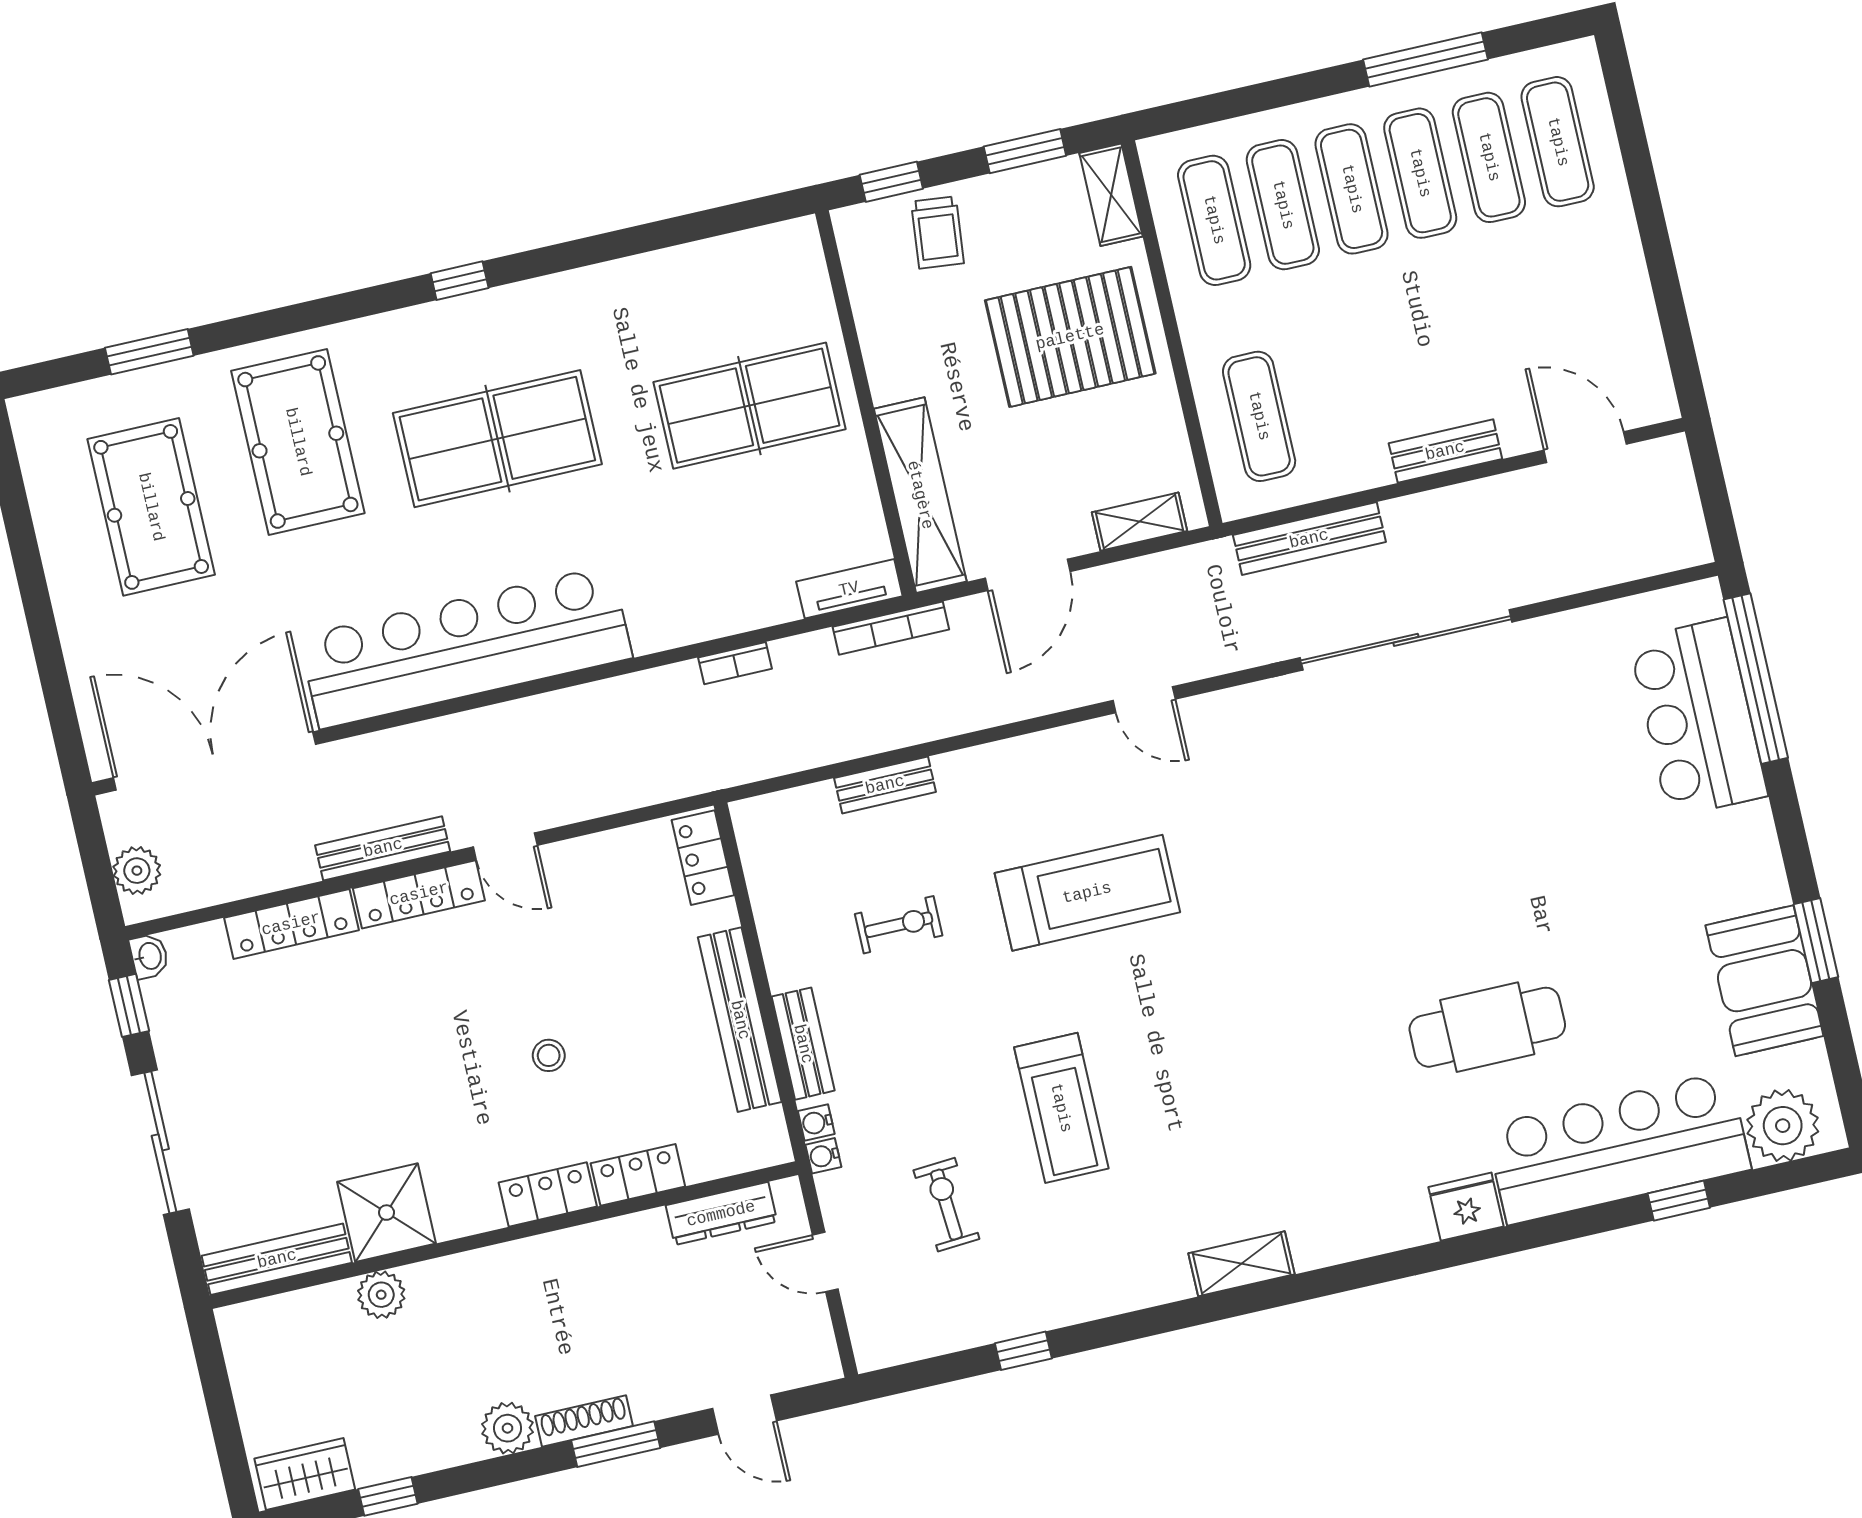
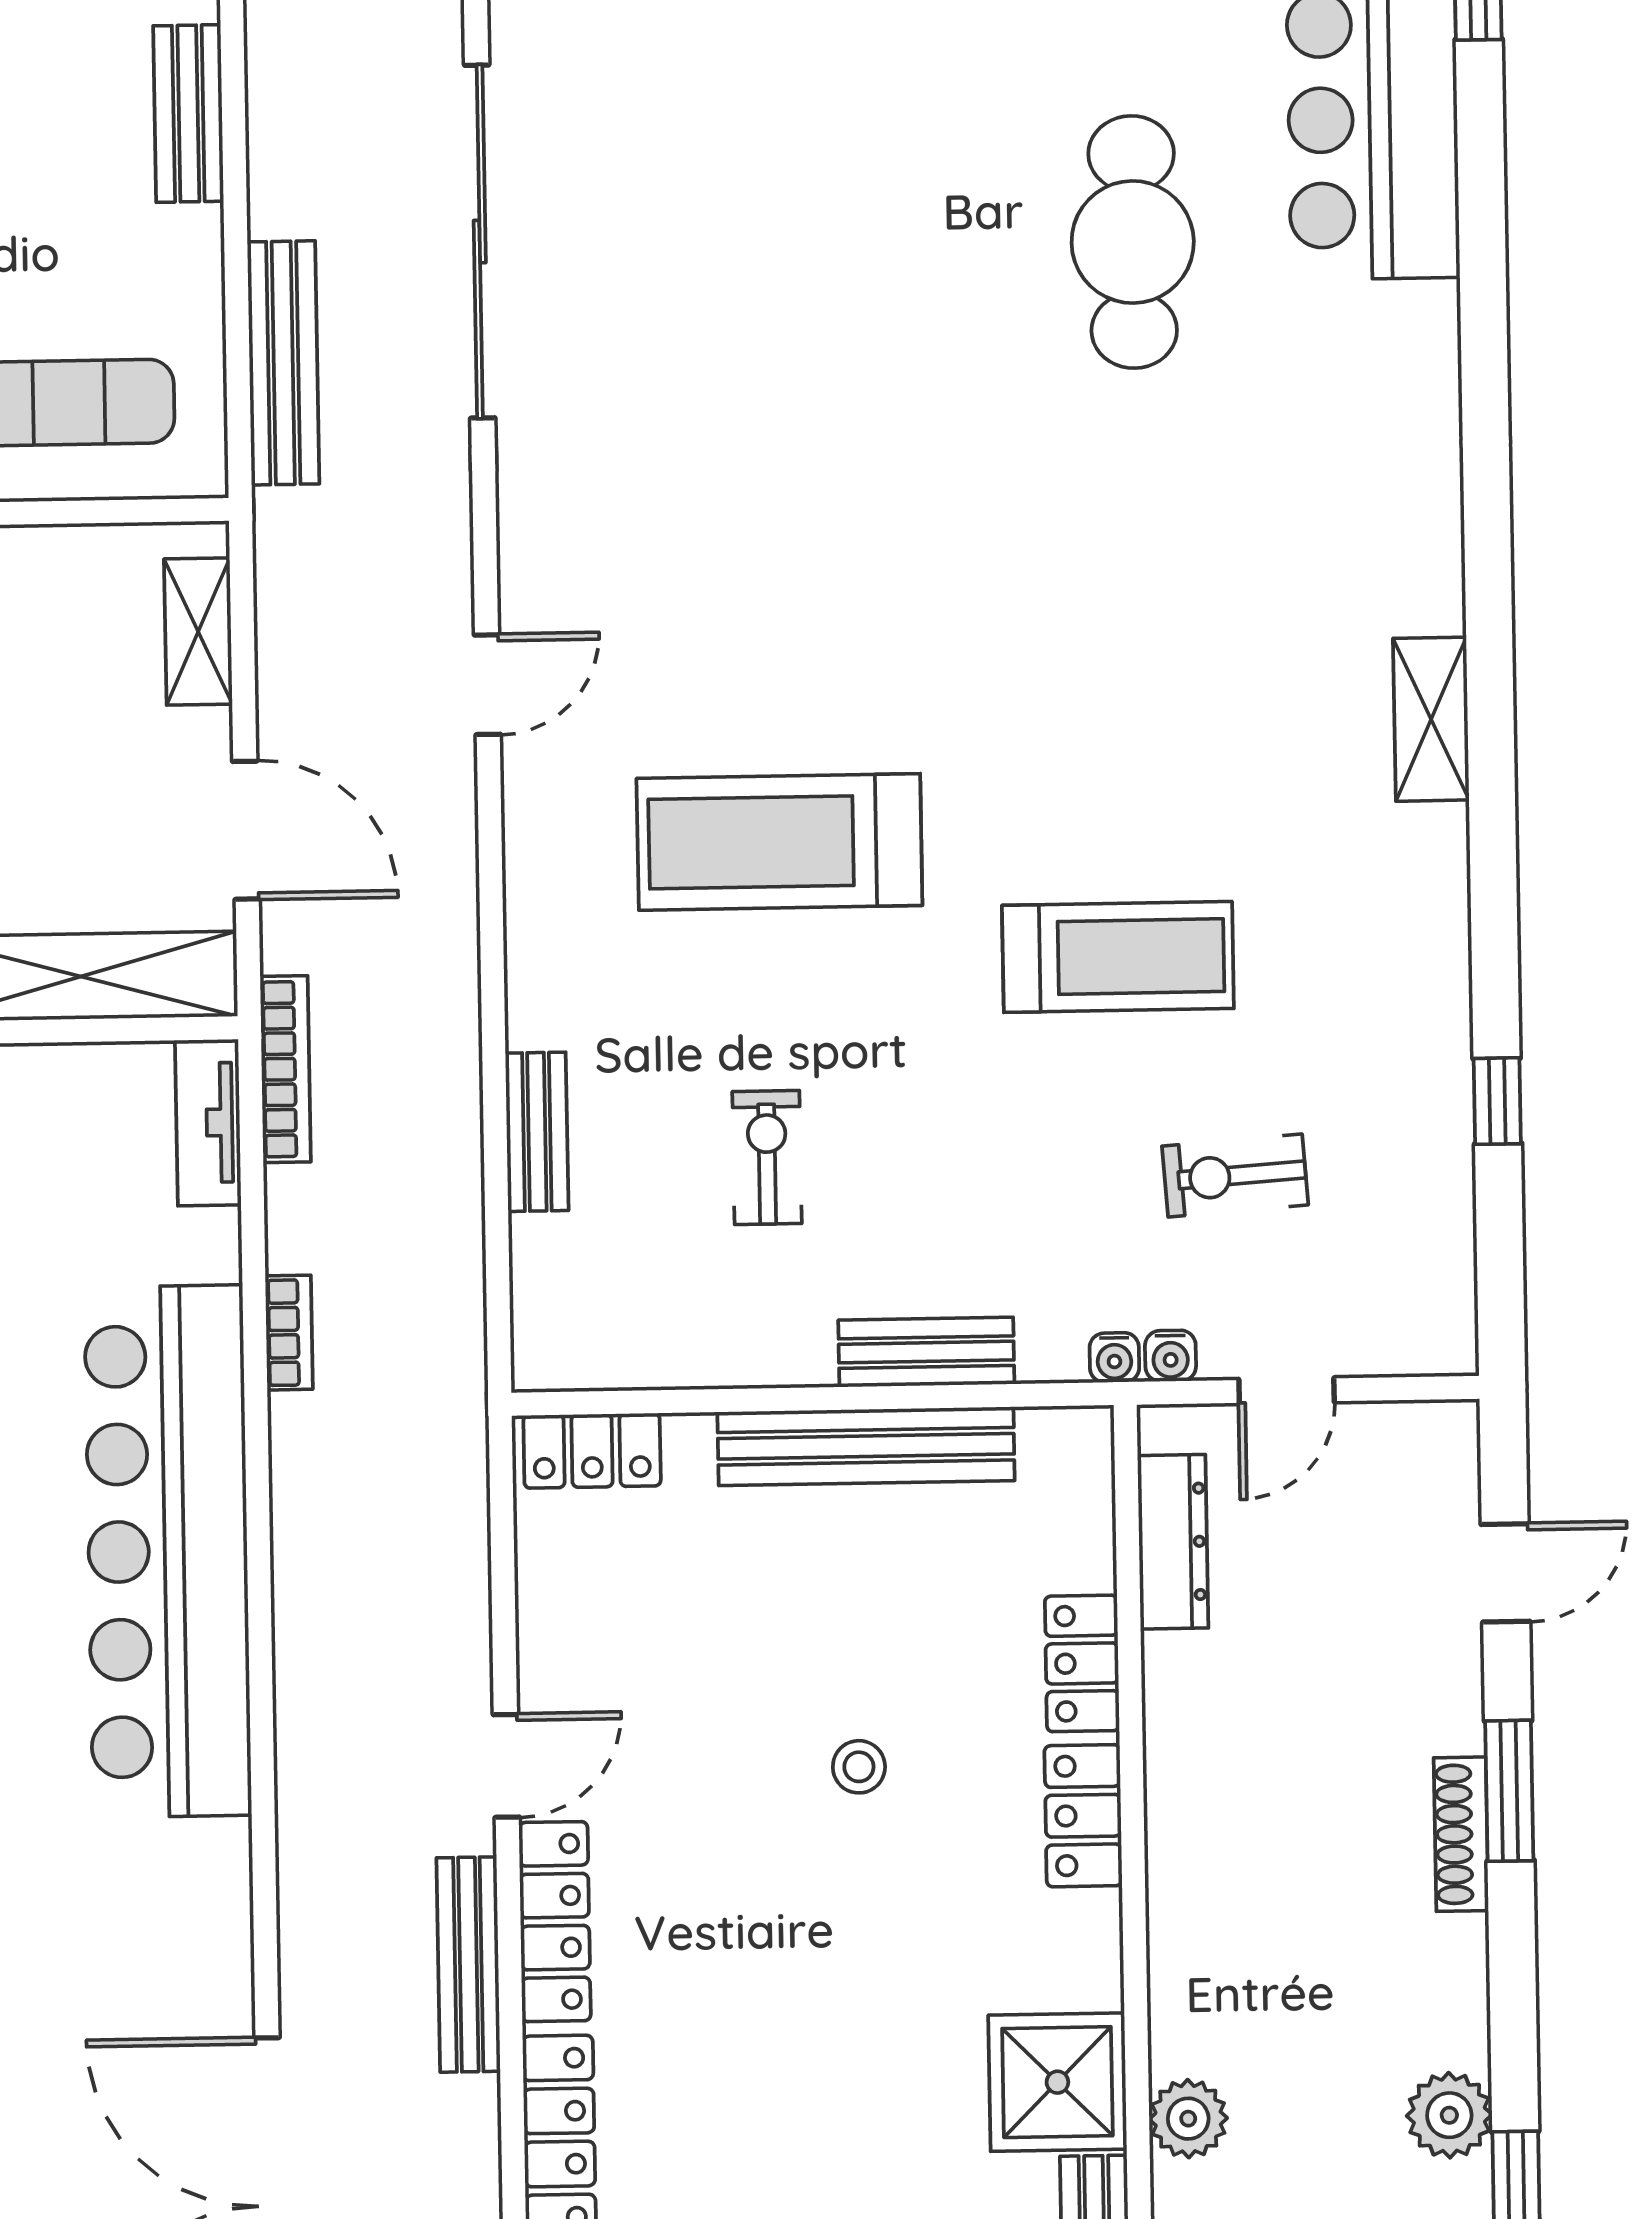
bar counter: (466, 647) -> (168, 1551), moved
treadmill: (1087, 893) -> (779, 842), turned -90
water cooler: (816, 1123) -> (1171, 1356), moved
fridge: (1466, 1207) -> (1415, 337), removed
plant: (508, 1428) -> (1449, 2115), moved

